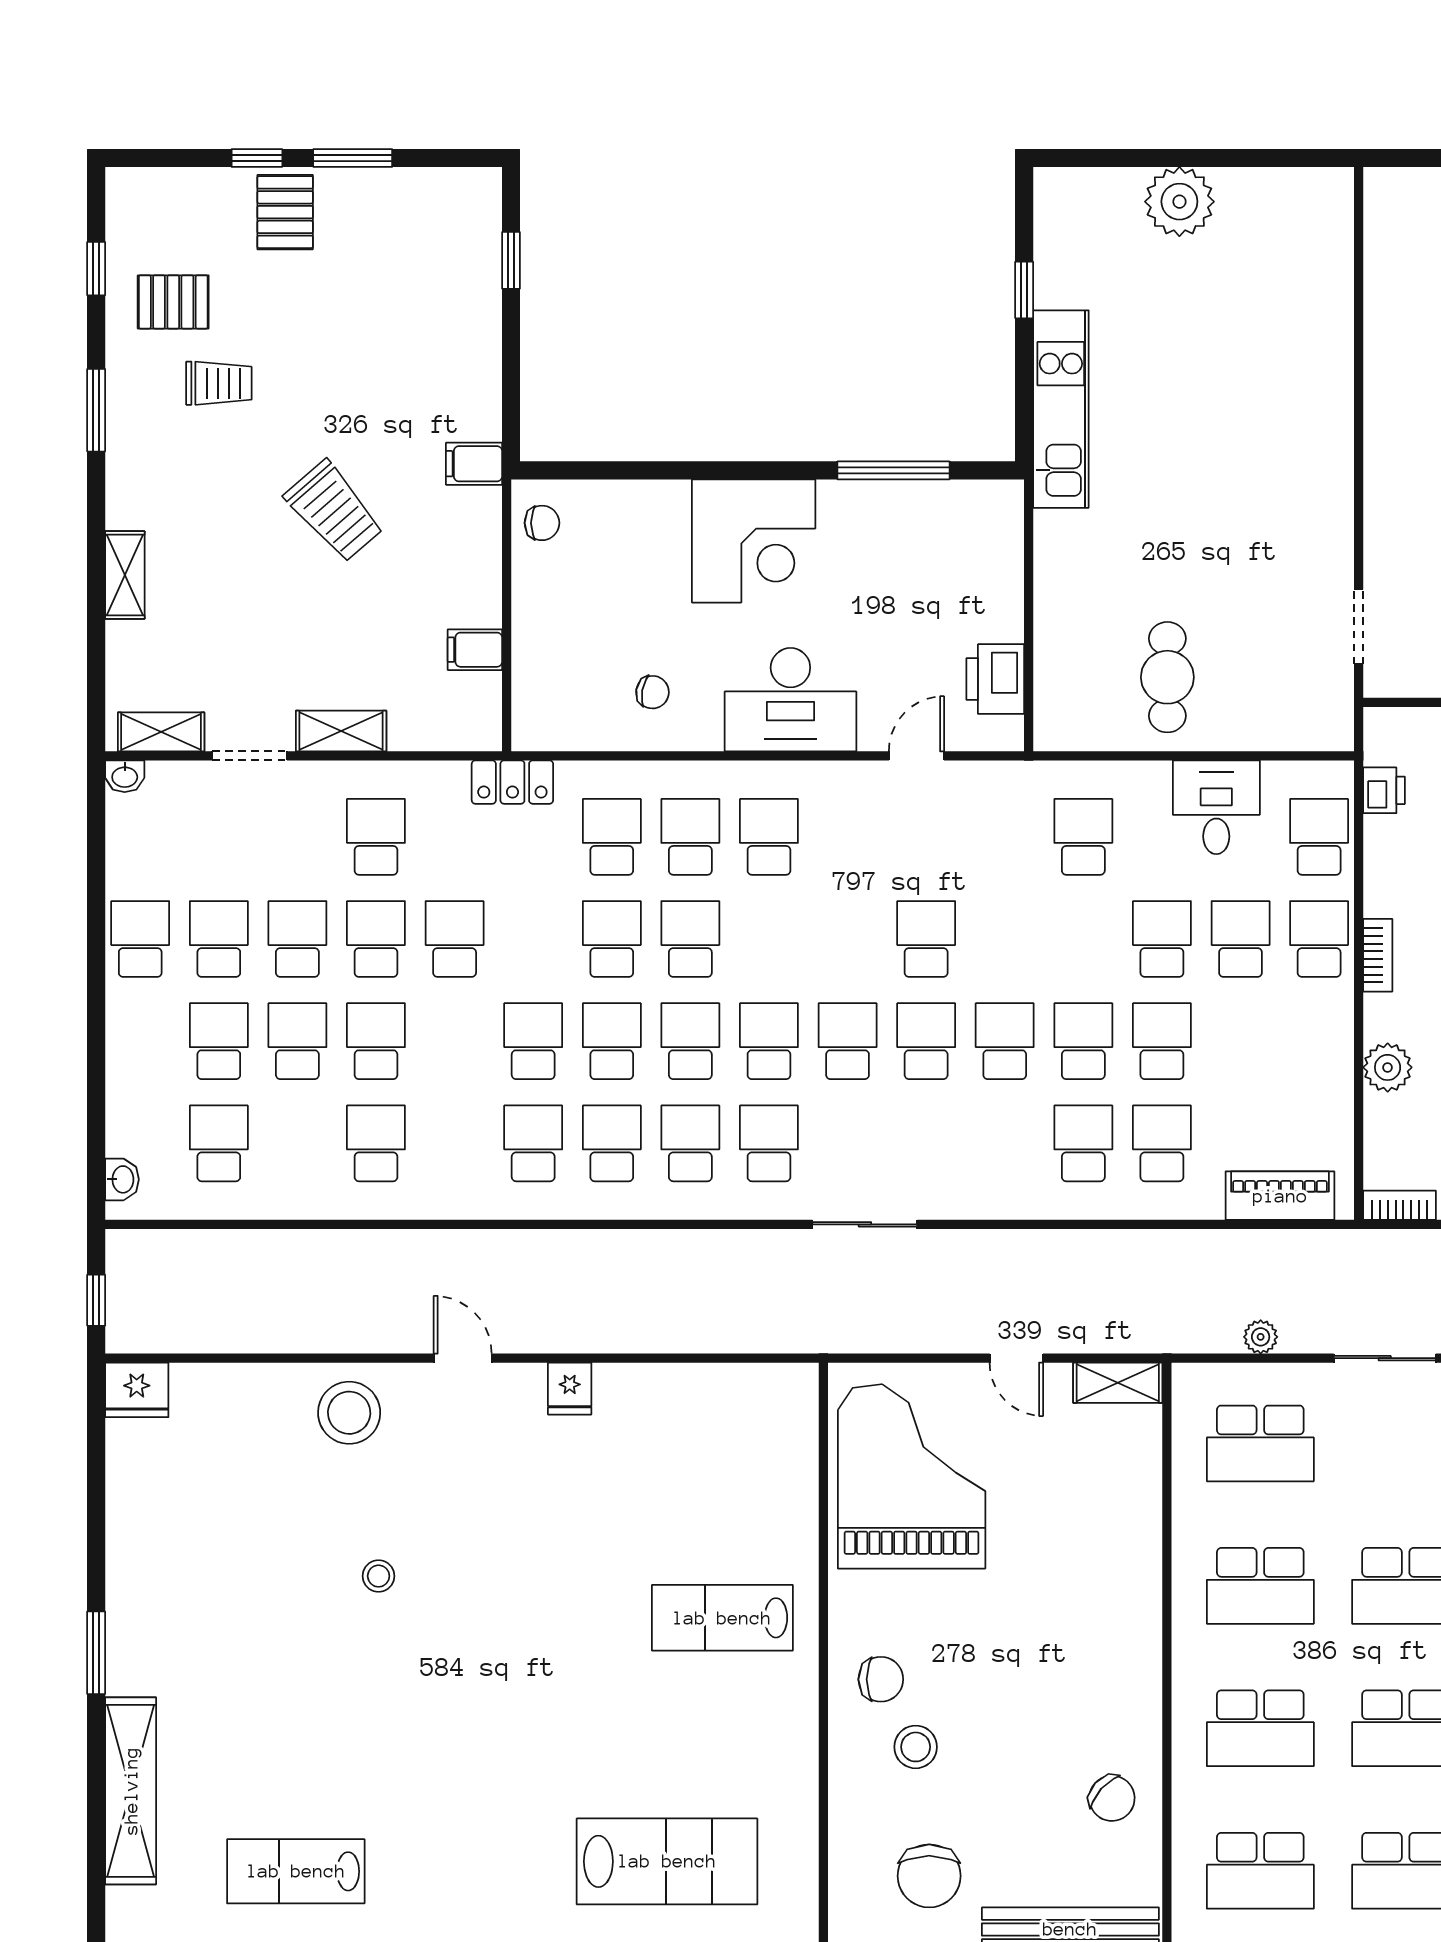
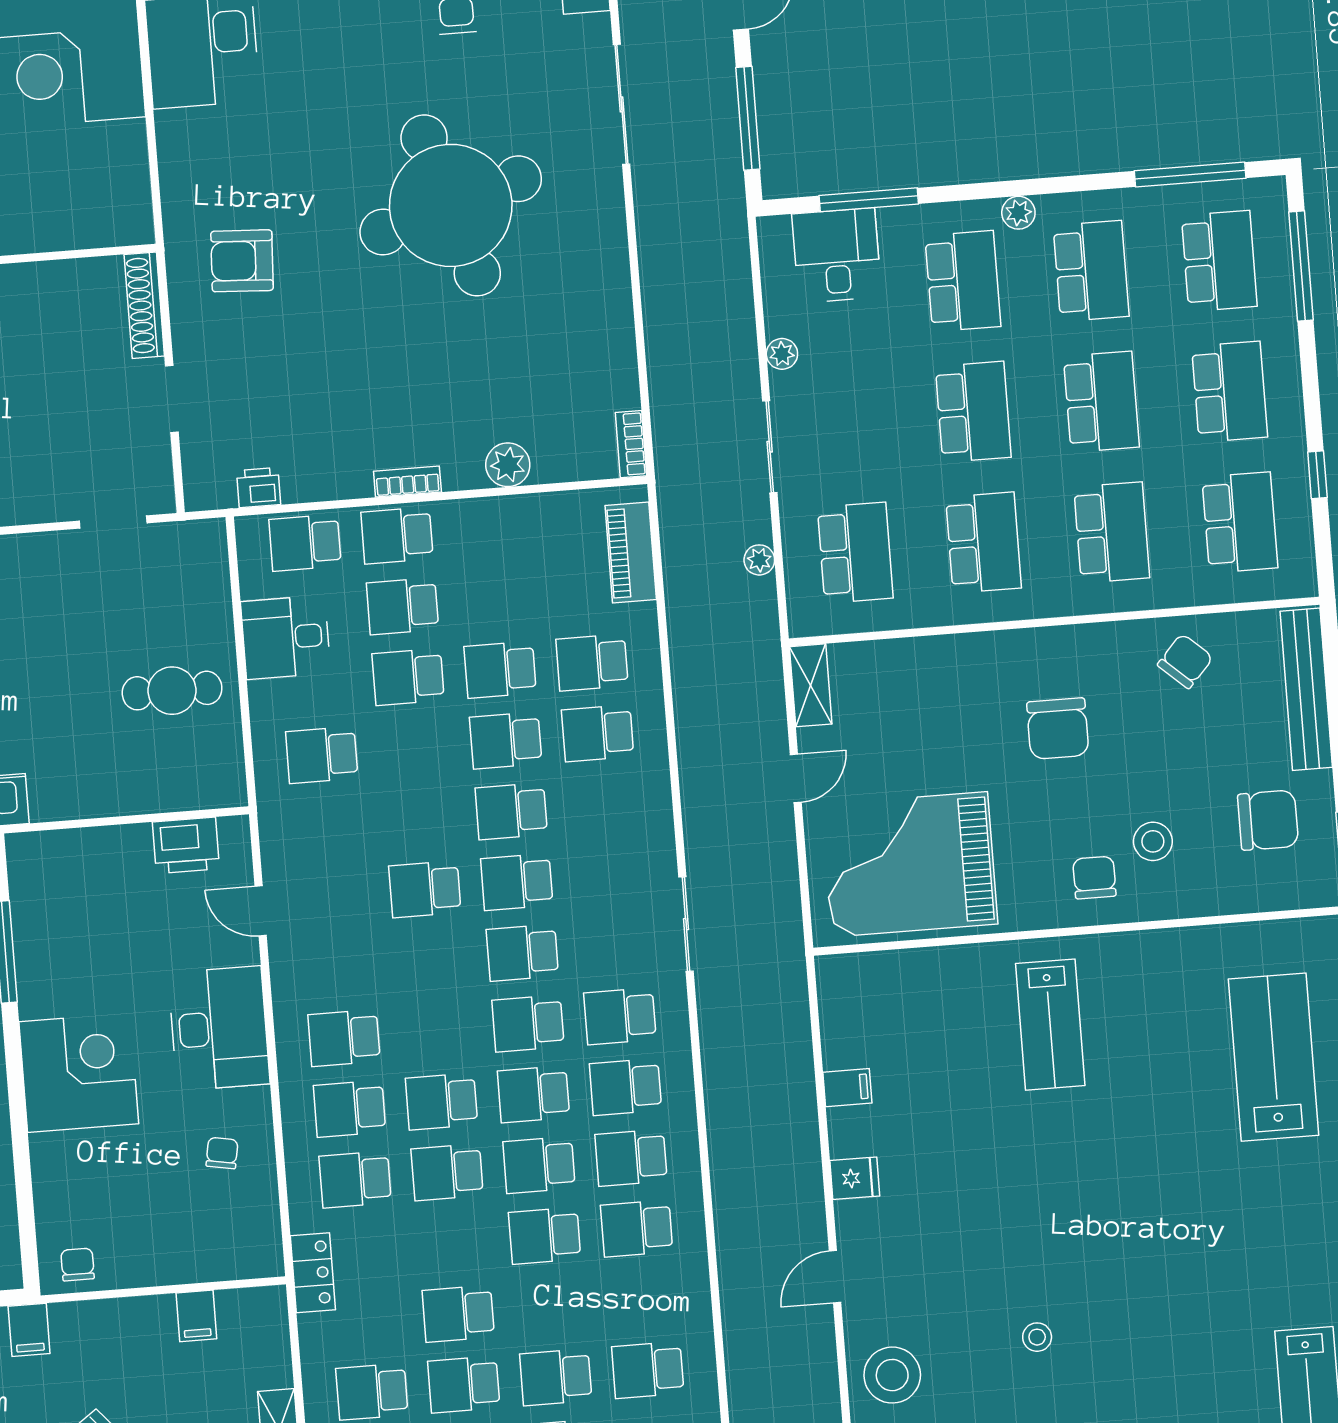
filing cabinet: (670, 1388) -> (847, 1088), added
chair: (1049, 1652) -> (1058, 728), added

